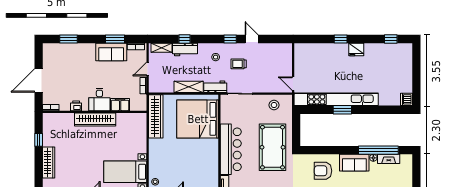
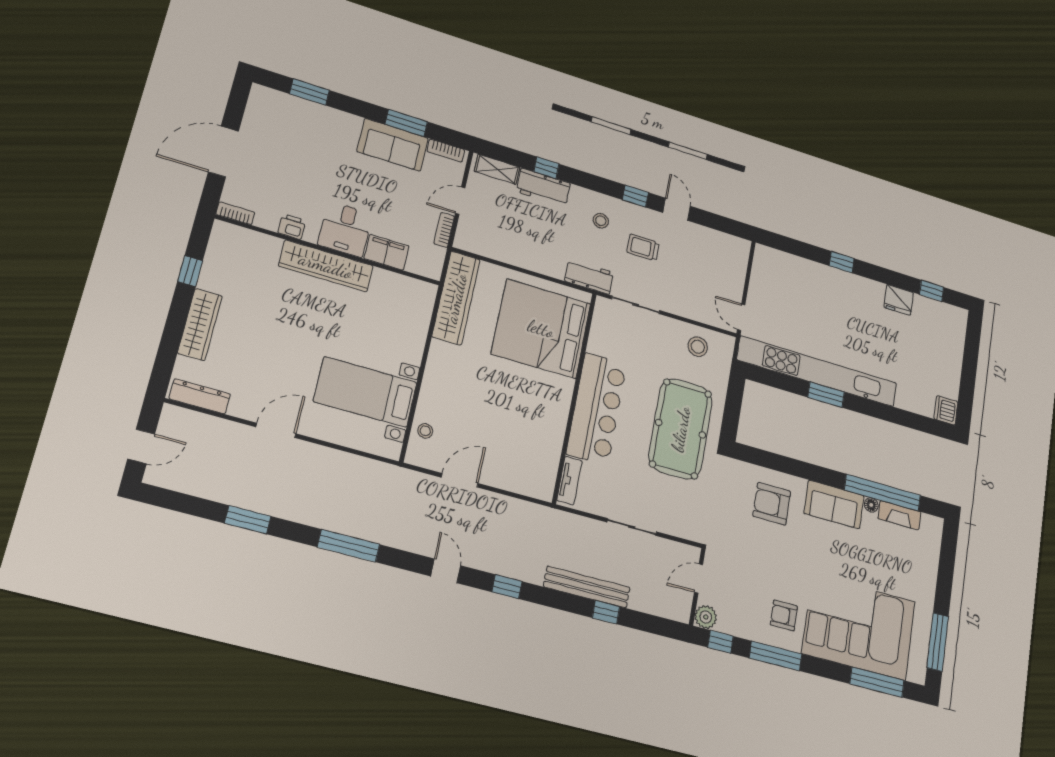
fridge: (356, 49) -> (899, 300), moved
shelving: (189, 87) -> (536, 261), removed

